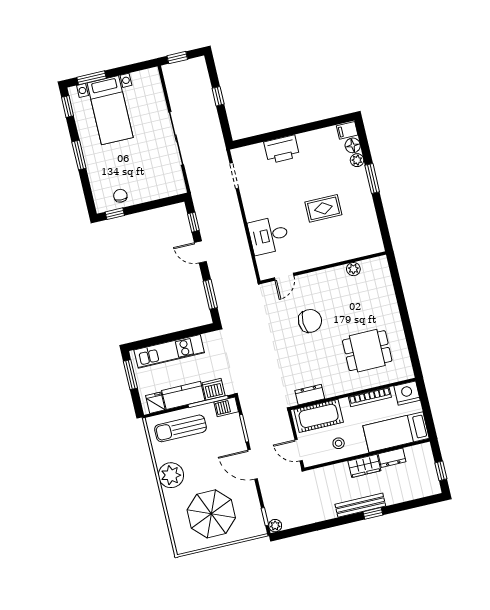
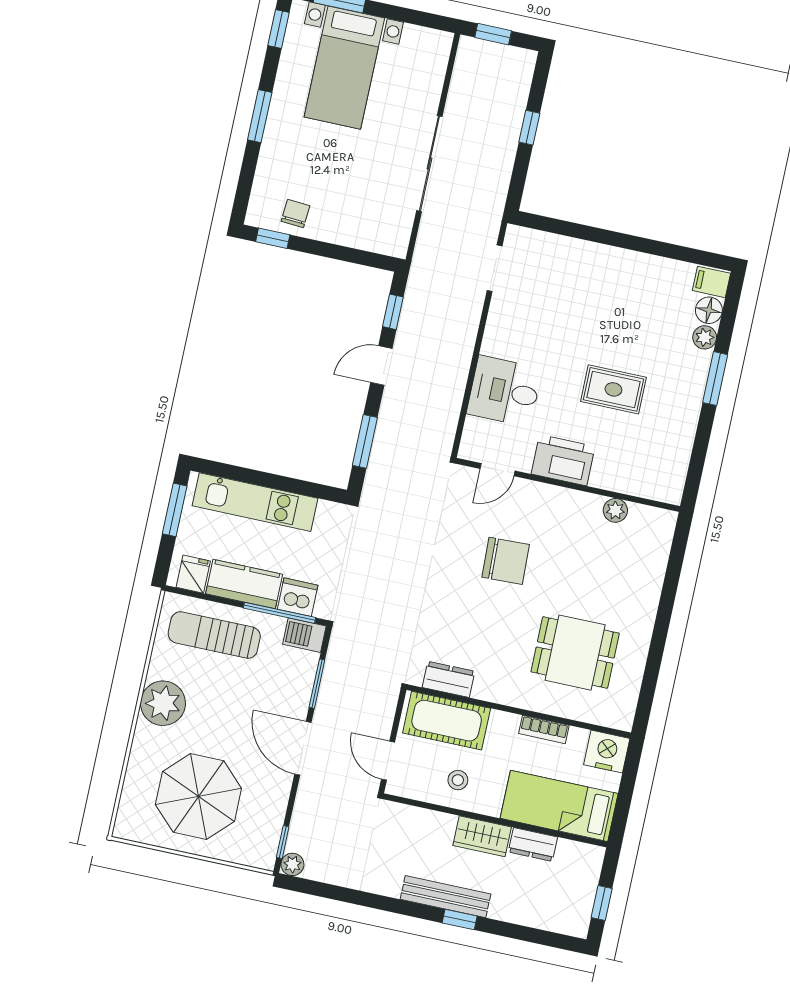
printer: (282, 149) -> (563, 460), moved, turned 180
door: (200, 252) -> (381, 366), hinge flipped
bookcase: (370, 397) -> (544, 729), width x0.64

